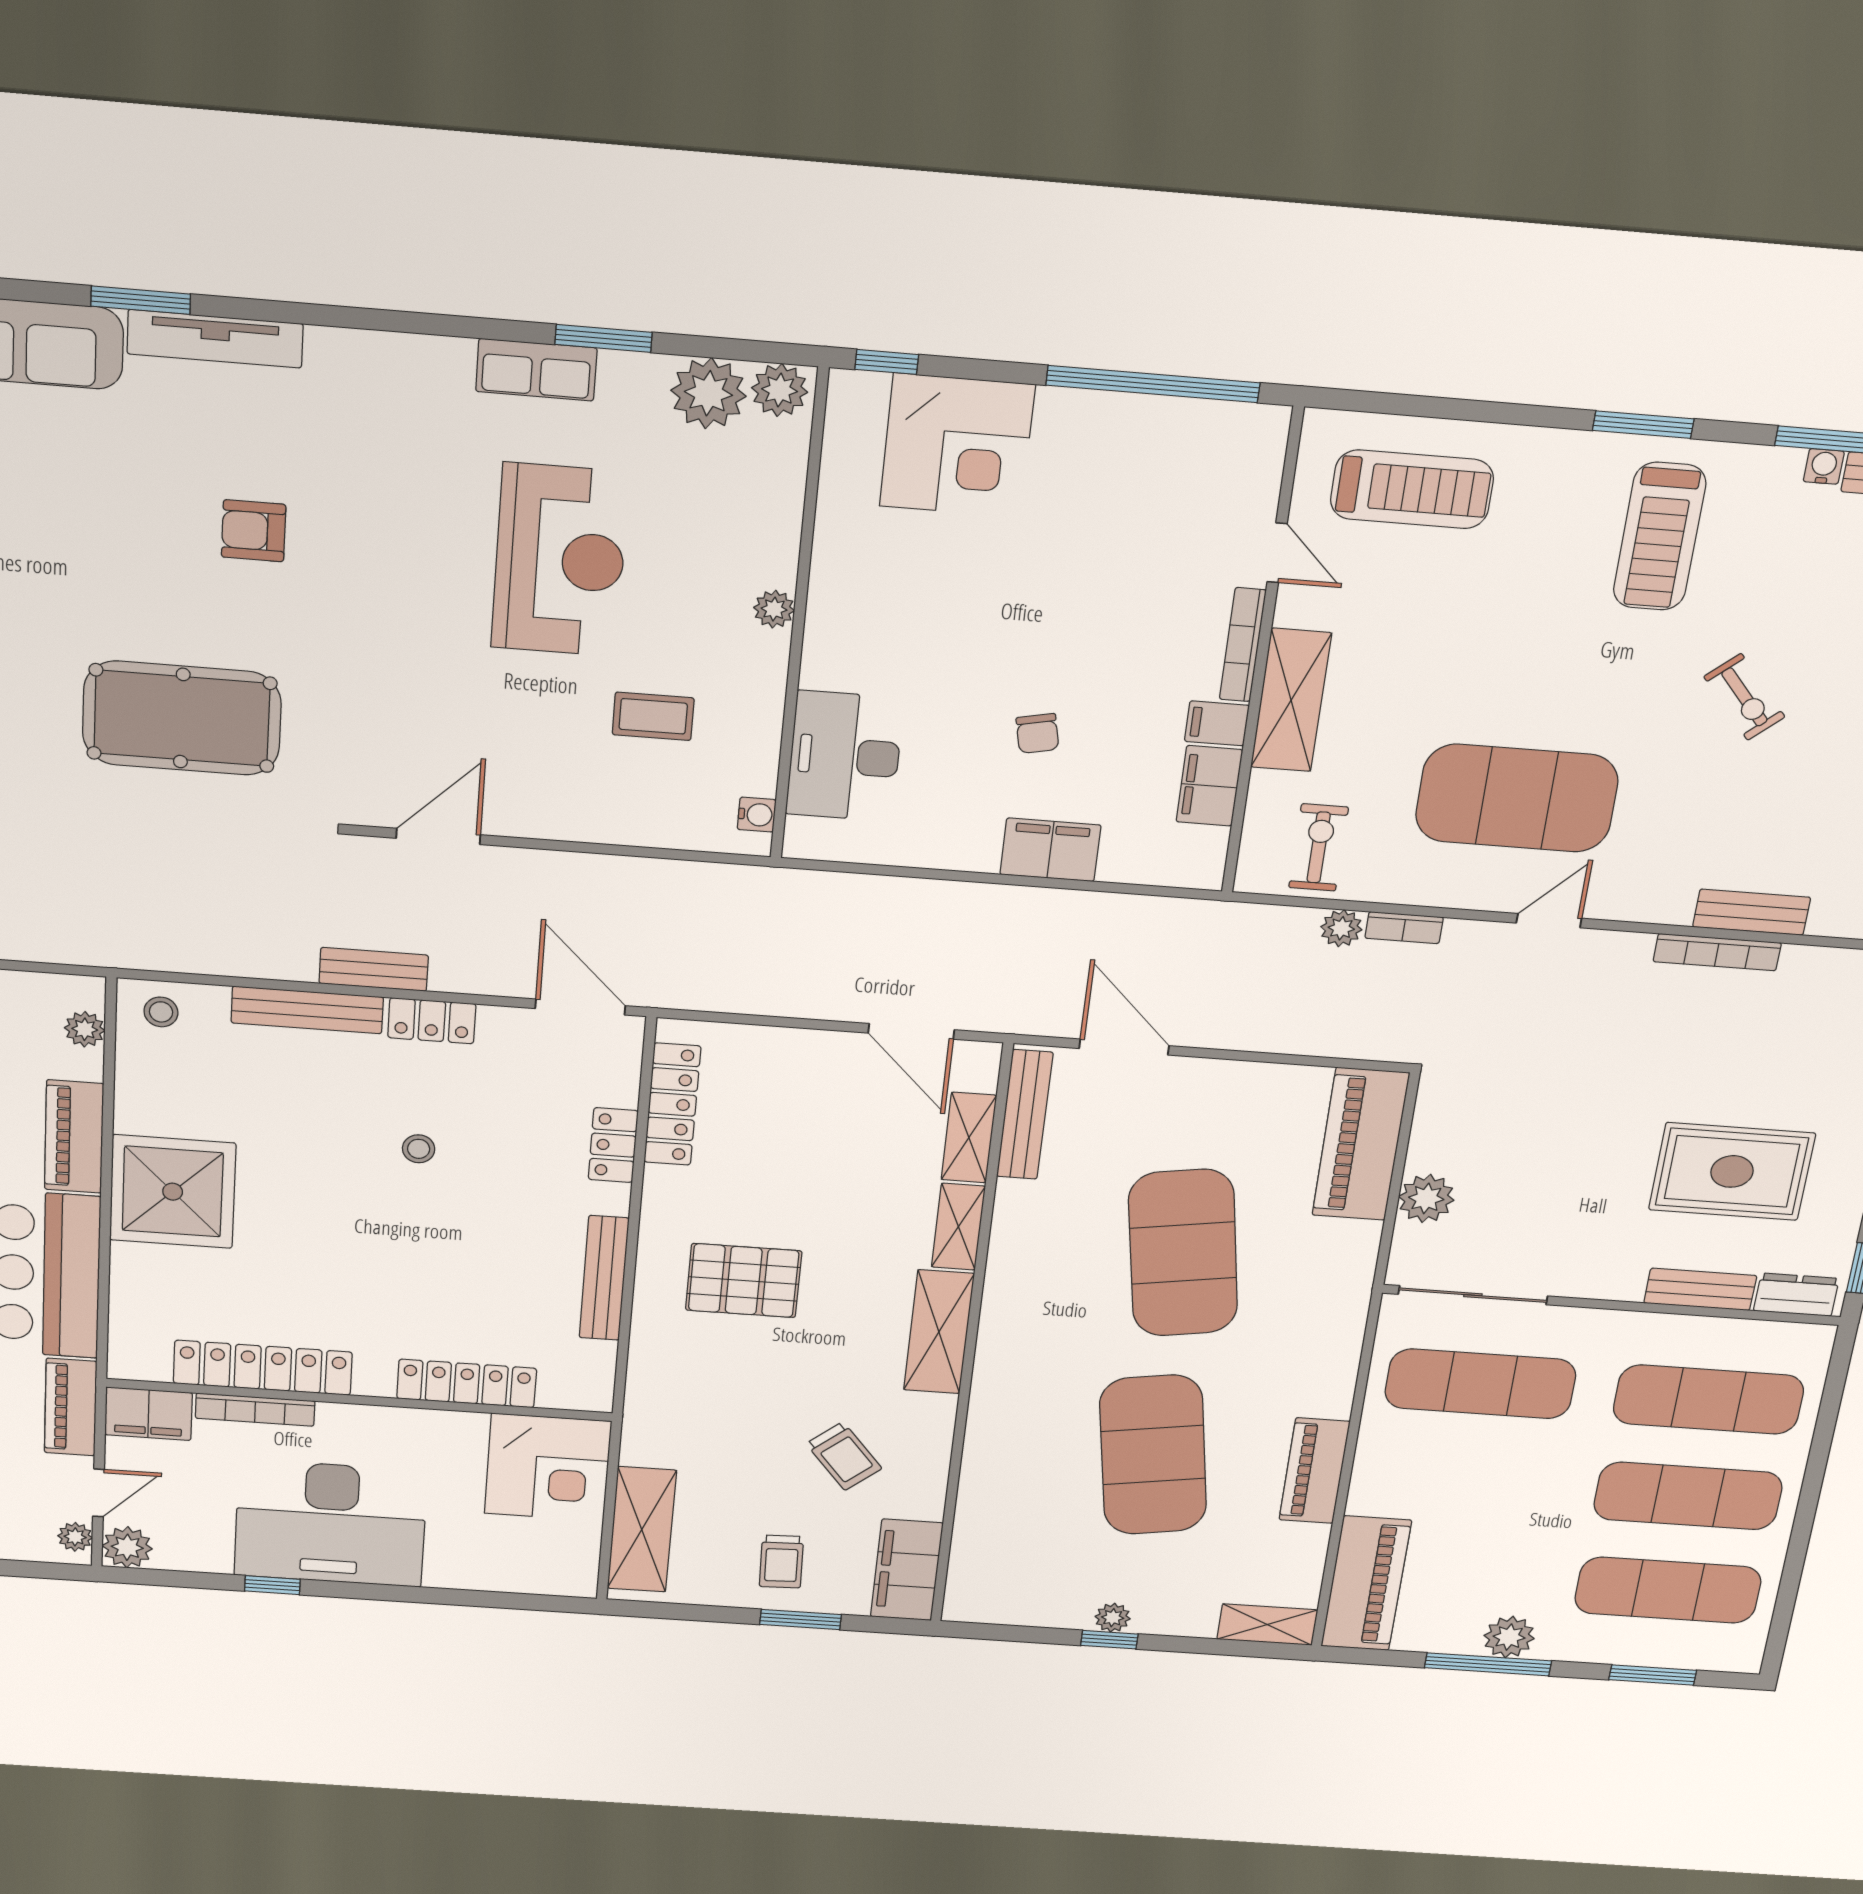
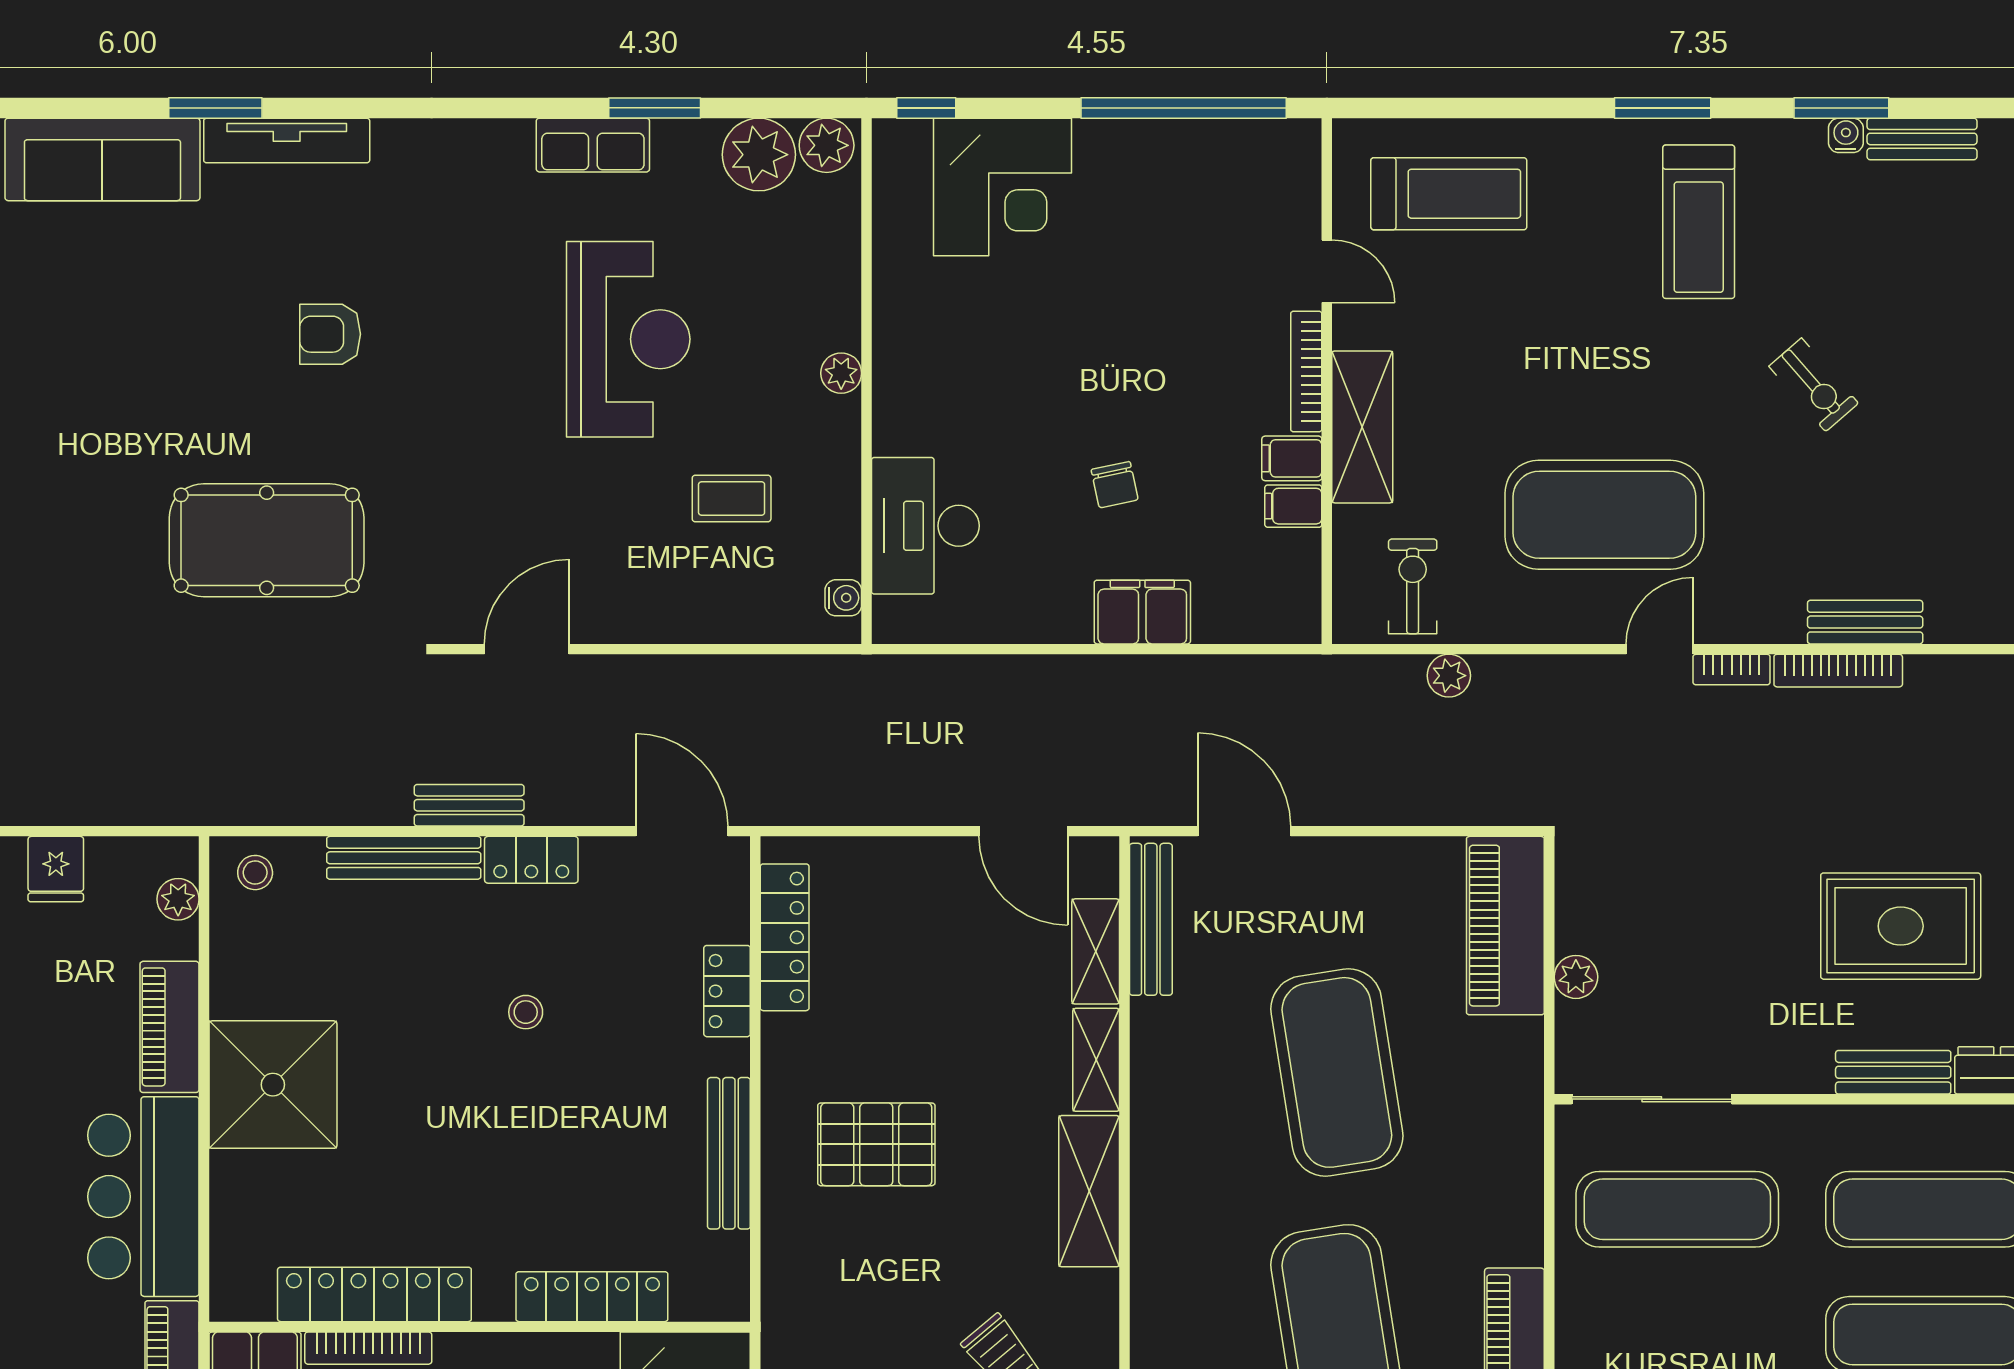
filing cabinet: (1209, 786) -> (1293, 506), width x0.50
bookcase: (1404, 928) -> (1732, 670), moved
plant: (1426, 1198) -> (1576, 977), width x0.73, depth x0.73

